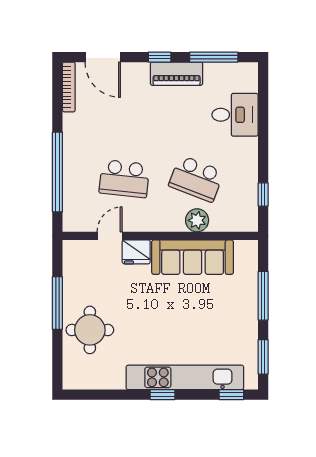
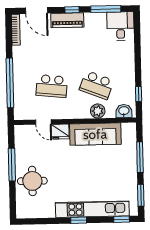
piano: (177, 74) -> (67, 20), moved
desk: (235, 115) -> (121, 26), moved, turned -90
washbasin: (239, 221) -> (124, 111), added
door: (110, 236) -> (43, 122), swing flipped

